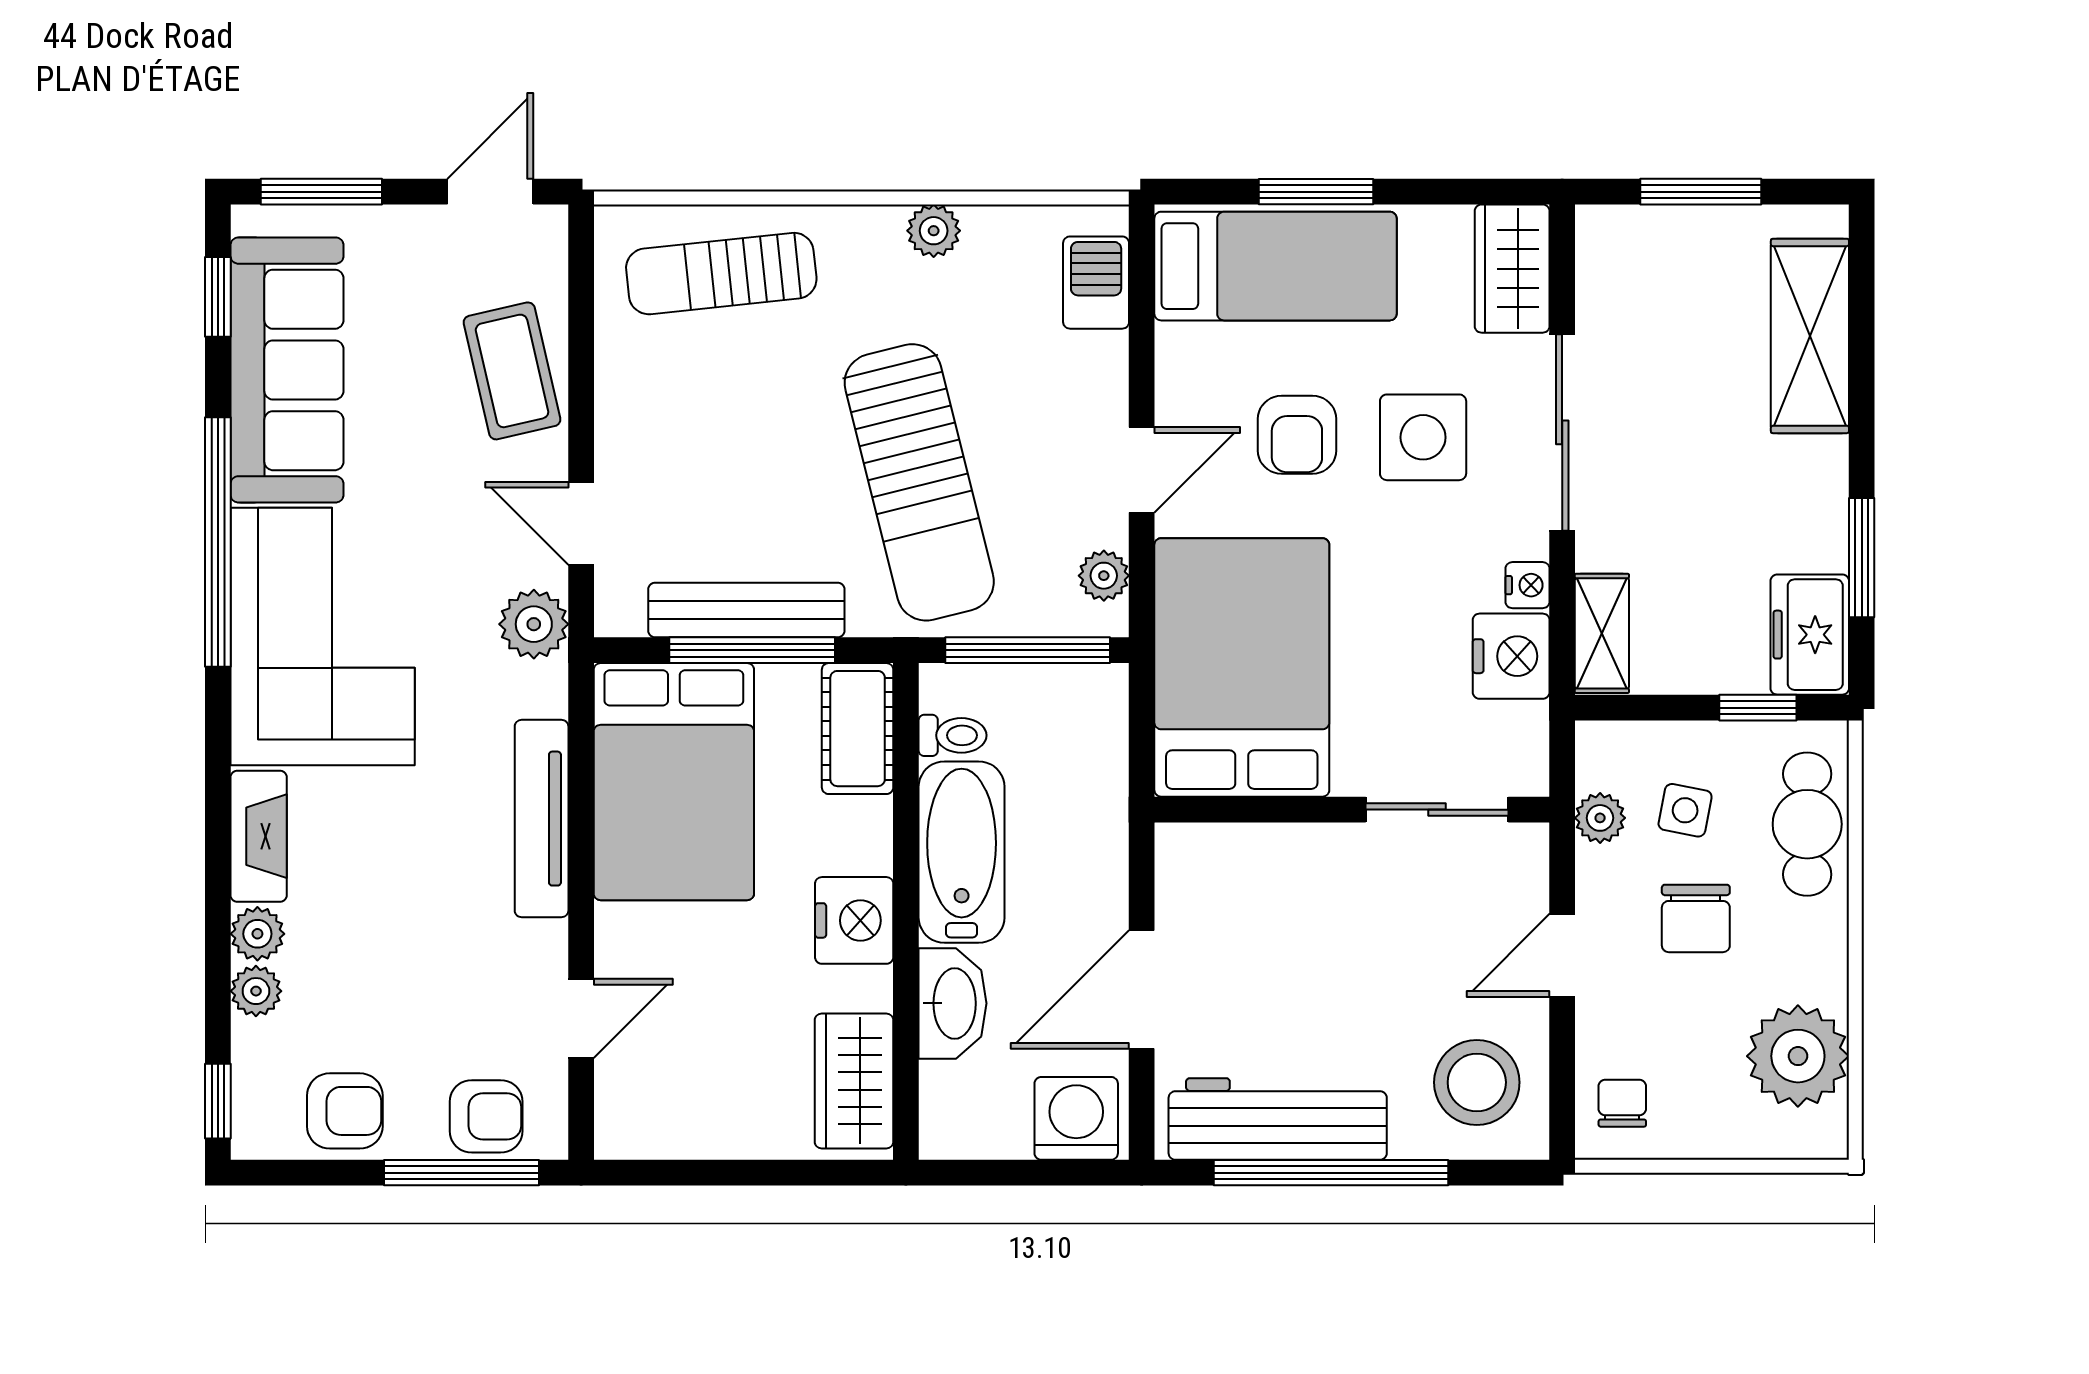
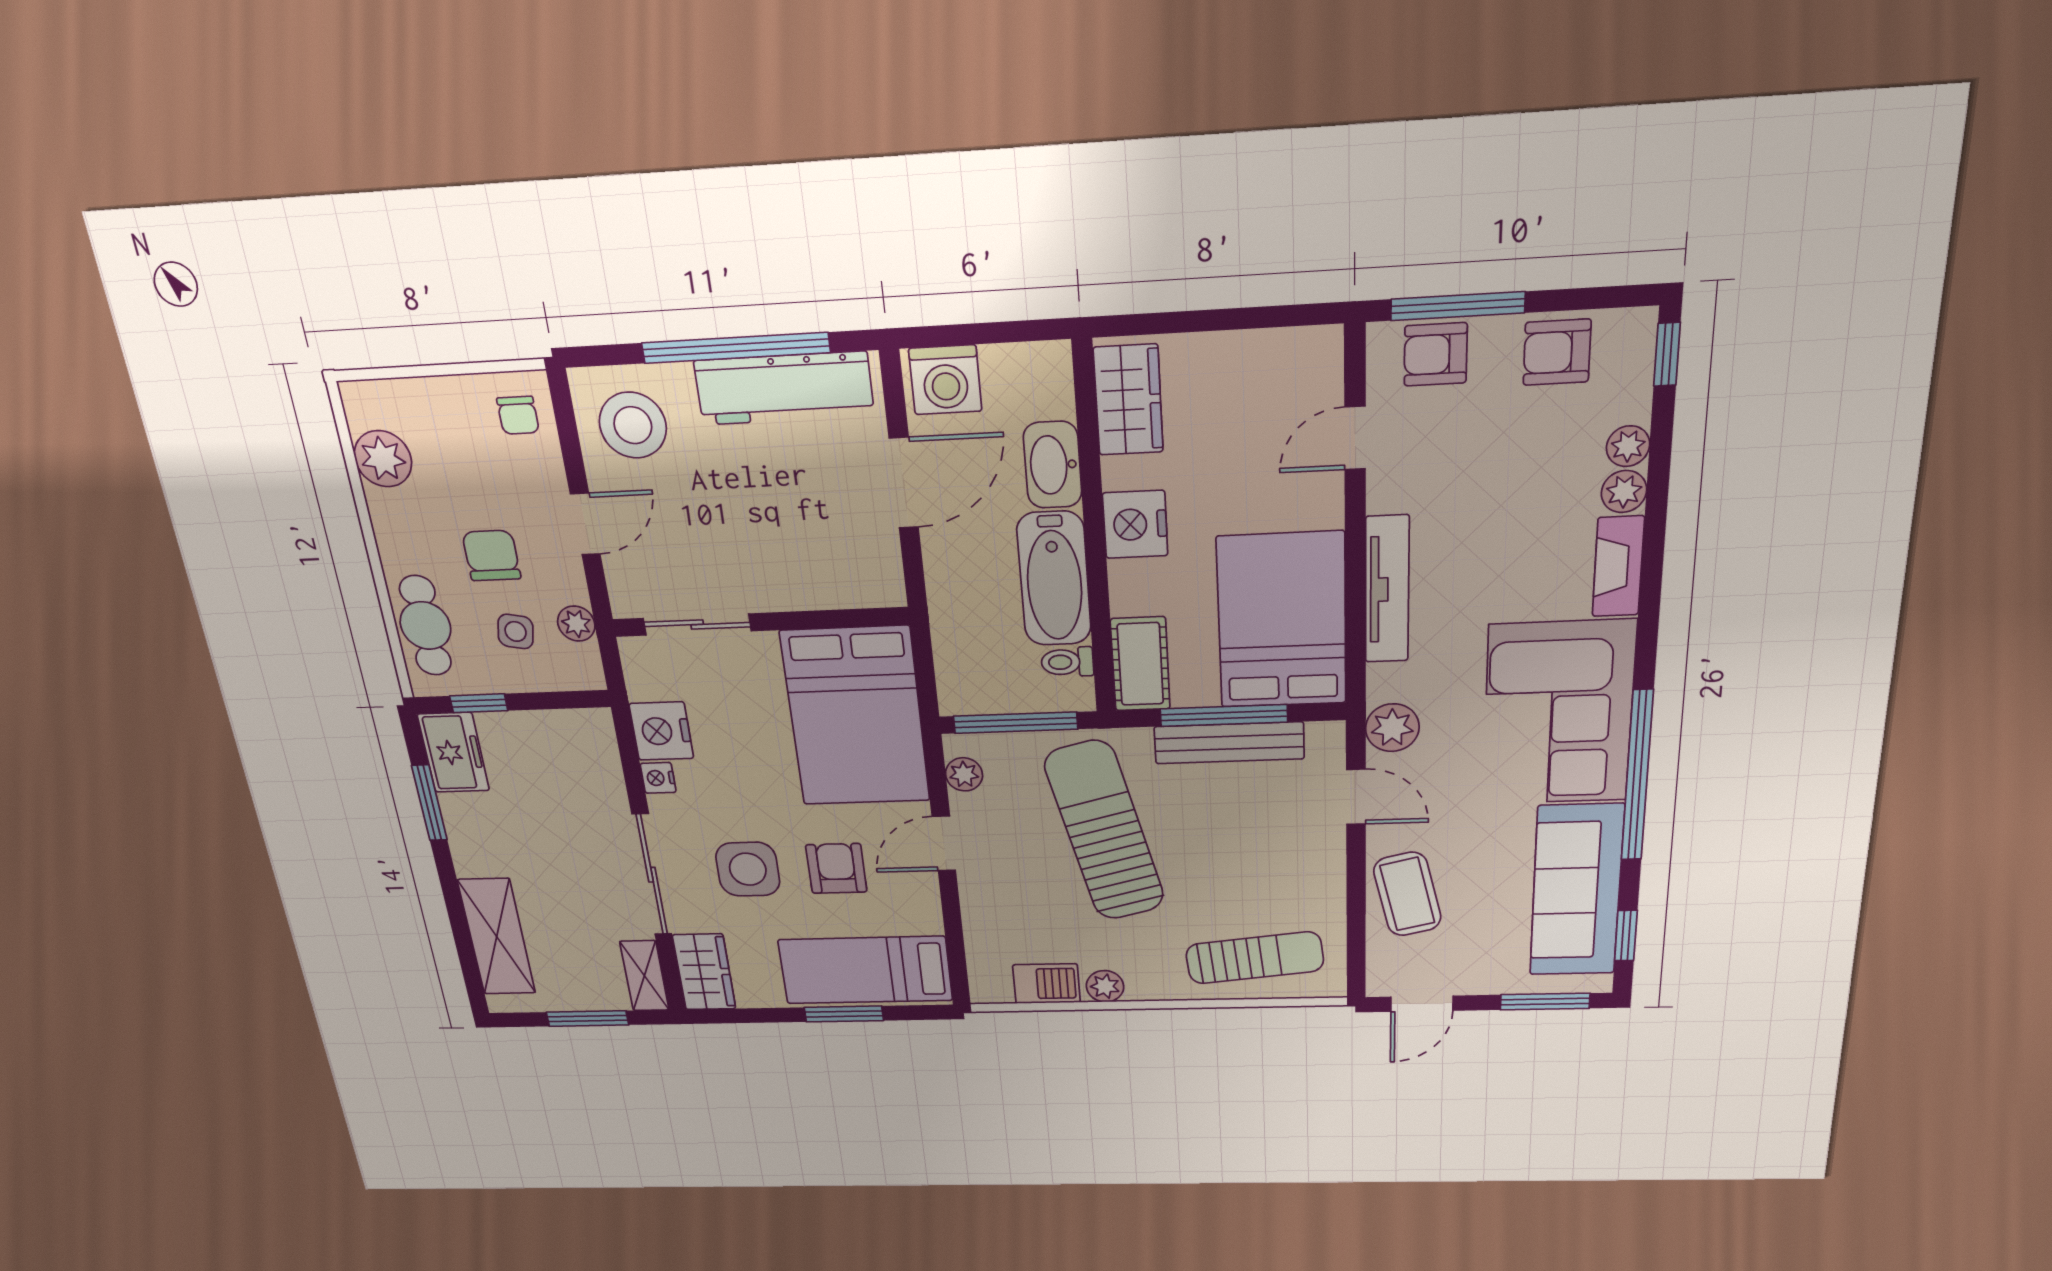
barbecue: (1096, 283) -> (1046, 984), moved, turned -90
shelving: (1602, 633) -> (644, 976), moved
plant: (1798, 1056) -> (383, 459), width x0.73, depth x0.73

